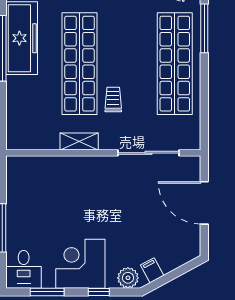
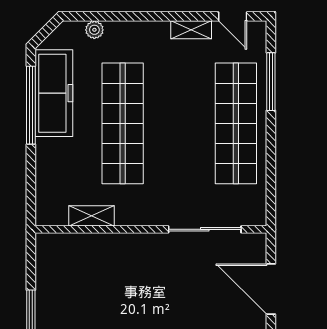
trolley: (113, 99) -> (163, 166), removed
shelving: (79, 141) -> (92, 216), moved

